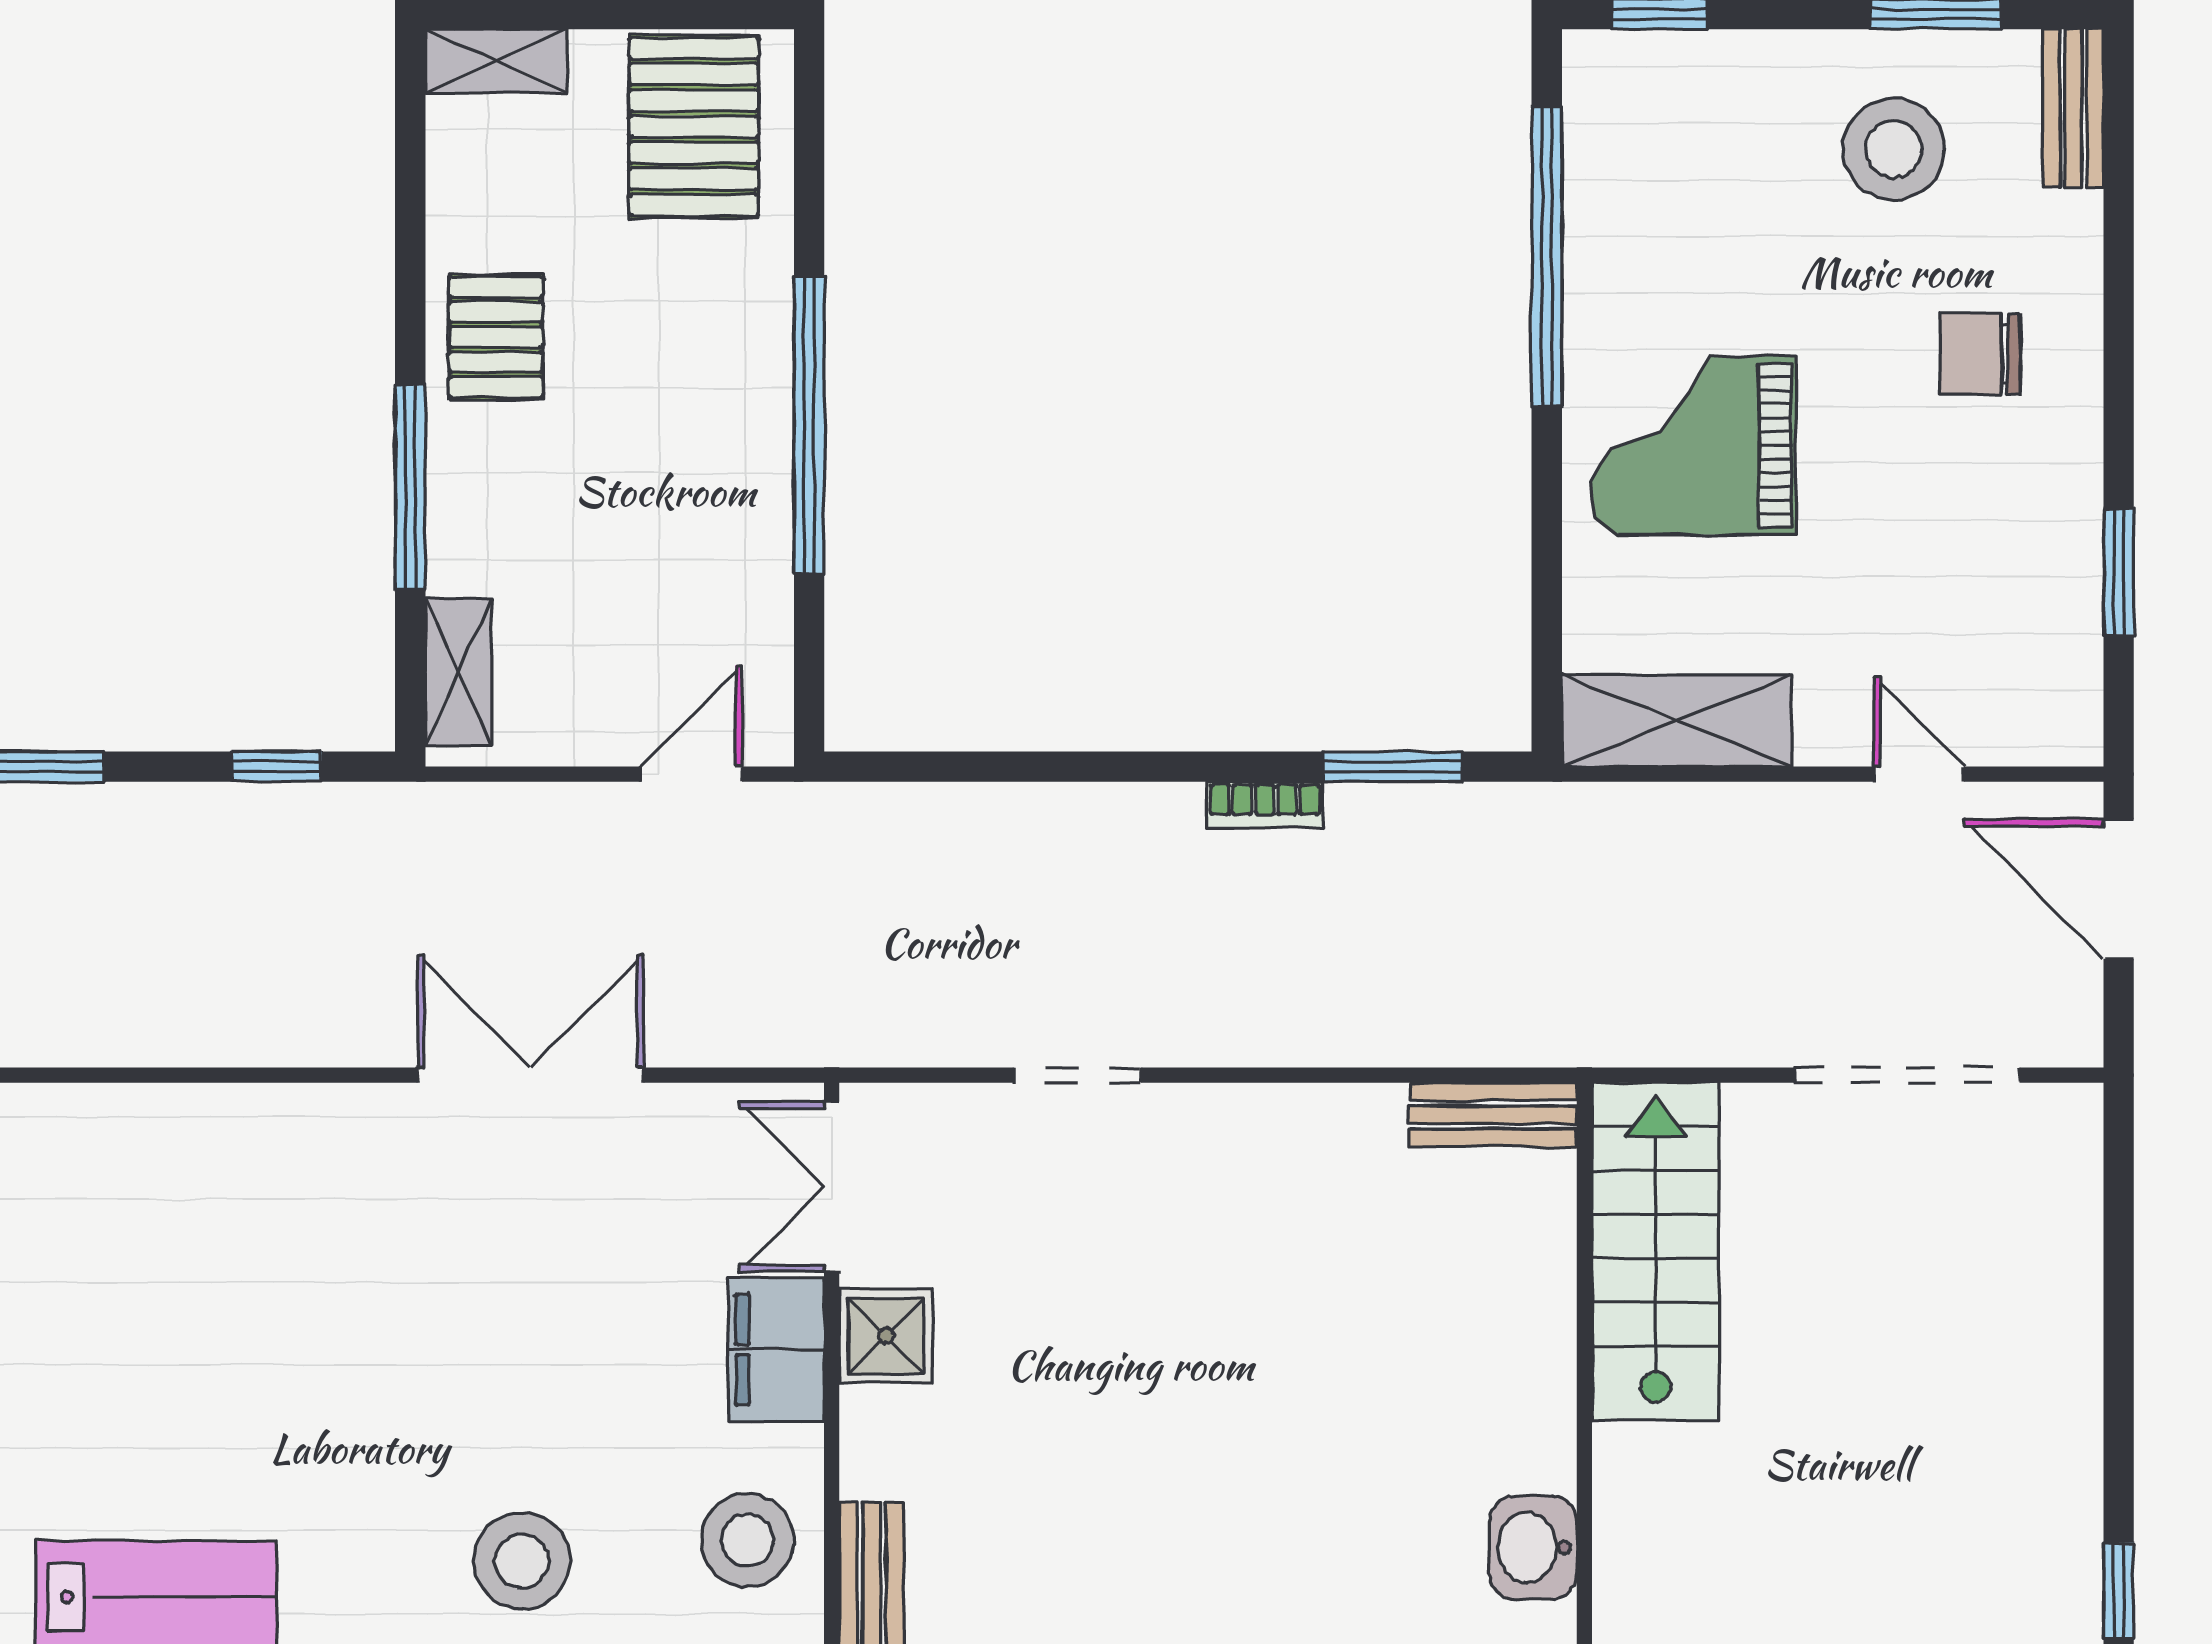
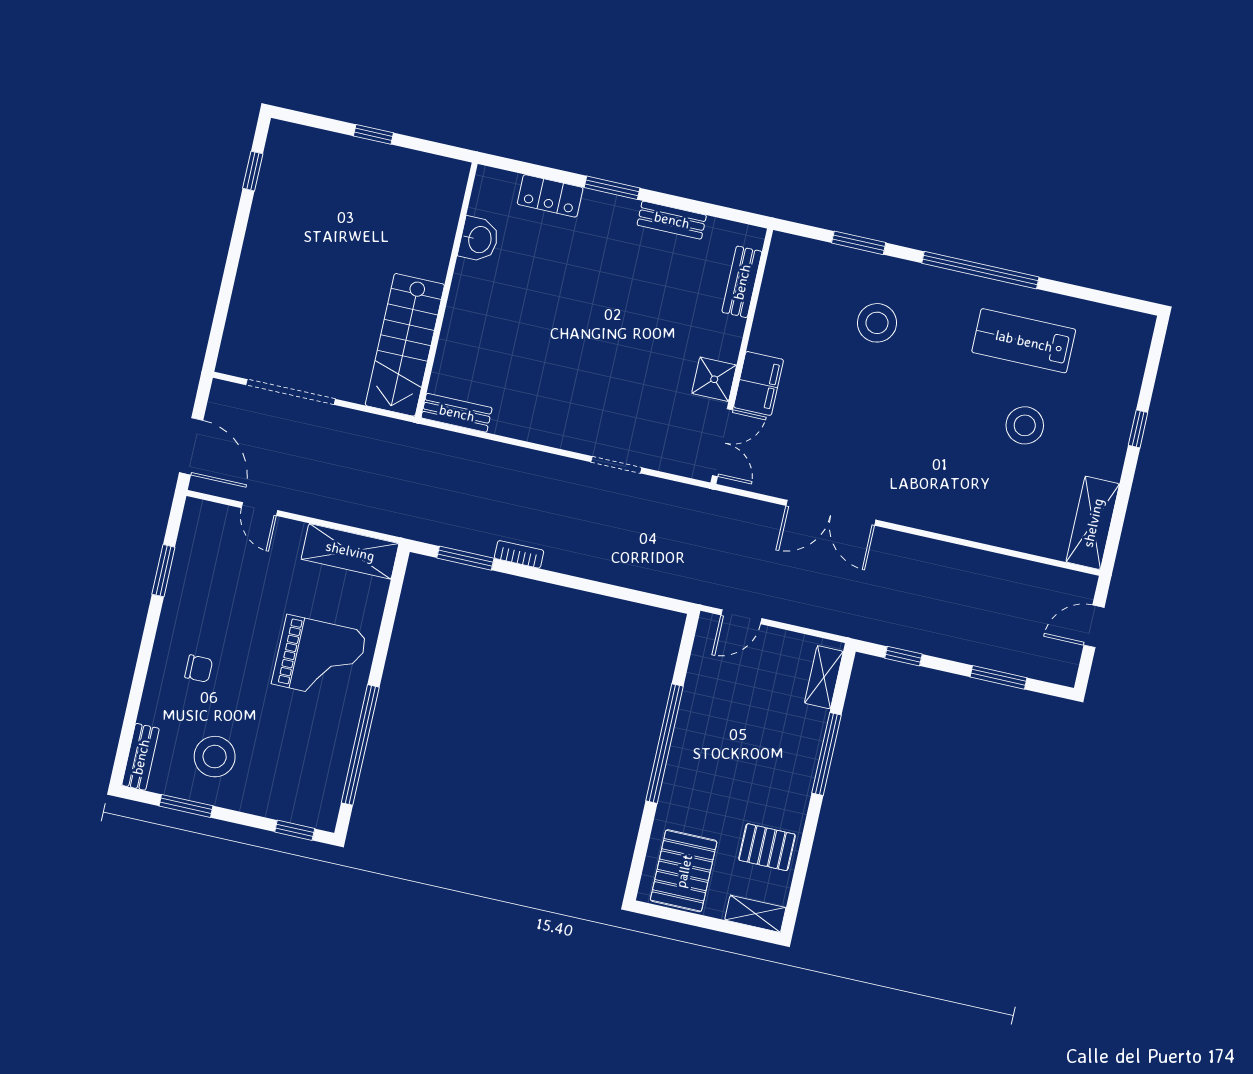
pallet: (496, 337) -> (767, 847), moved, turned 90
chair: (1980, 354) -> (199, 669), width x0.73, depth x0.73
stool: (747, 1540) -> (1025, 425), moved

